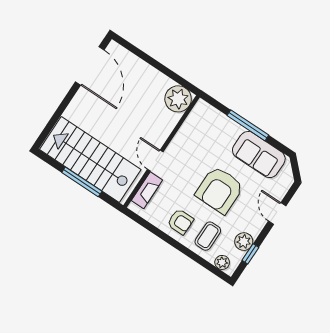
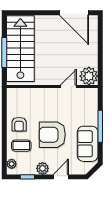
door: (90, 66) -> (74, 13), hinge flipped
door: (155, 161) -> (68, 87), moved
fireplace: (147, 190) -> (24, 93), removed
plant: (244, 242) -> (43, 168), moved

